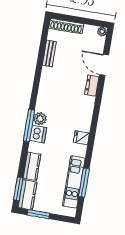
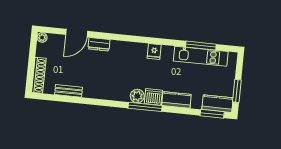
kitchen counter: (32, 166) -> (176, 100), moved

